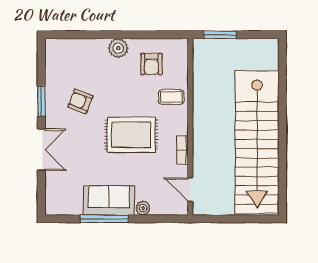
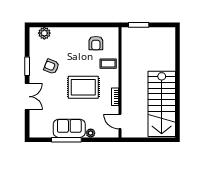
plant: (118, 48) -> (44, 33), moved
stairs: (257, 142) -> (162, 104), width x0.73

